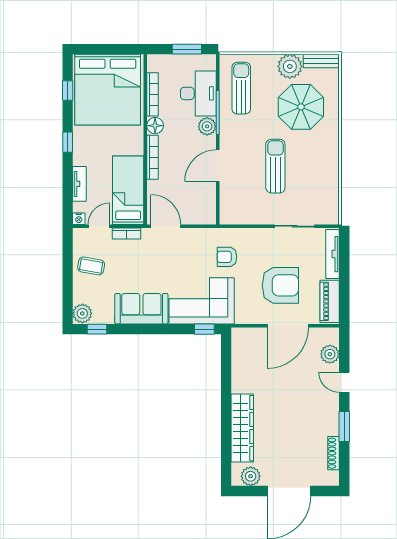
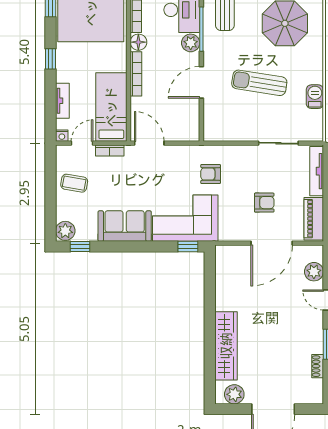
sun lounger: (275, 166) -> (259, 83), turned -81
barbecue: (331, 180) -> (315, 97), added
armchair: (280, 285) -> (264, 203), width x0.53, depth x0.53
shoe rack: (333, 453) -> (318, 366), width x0.70

